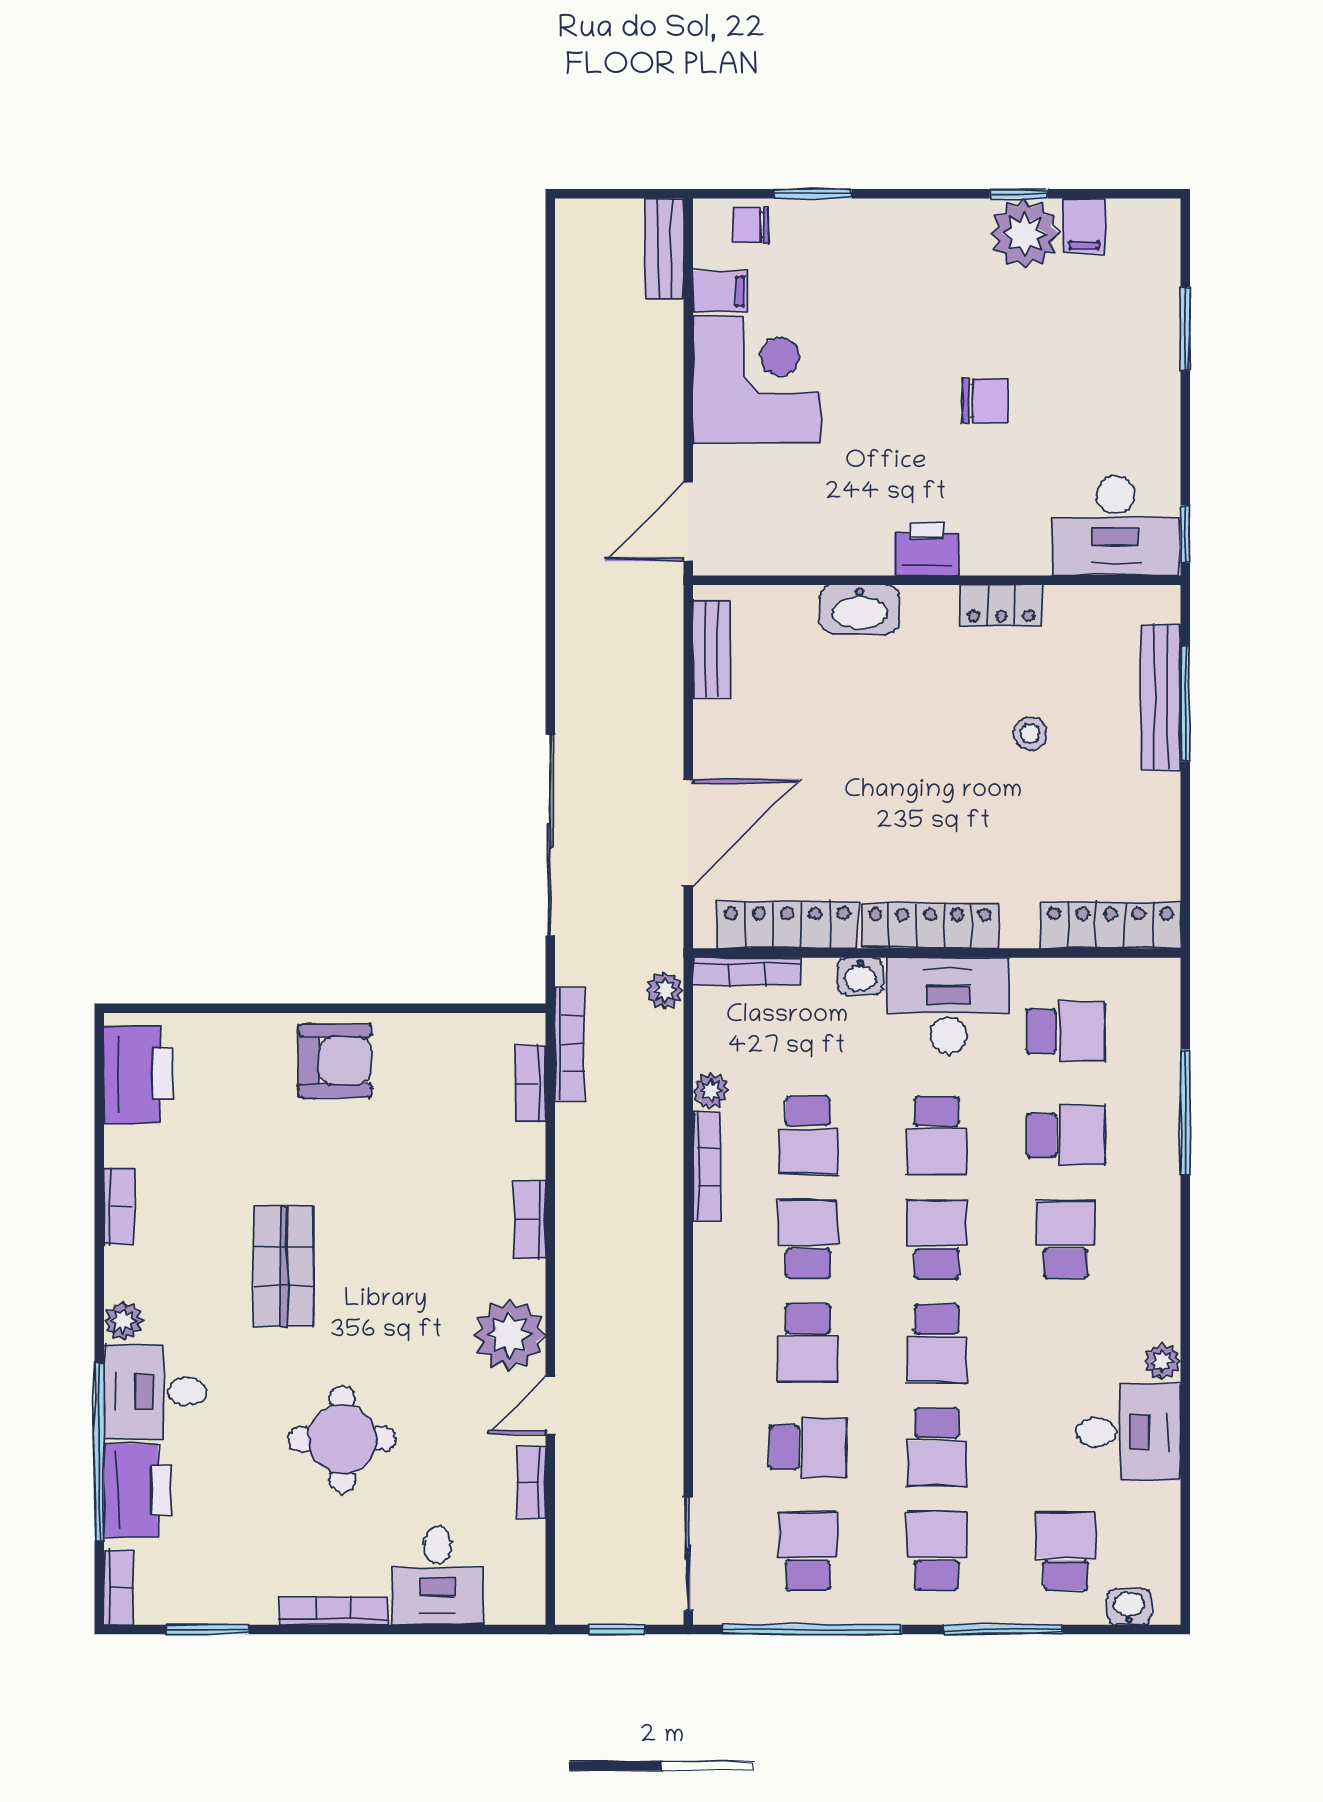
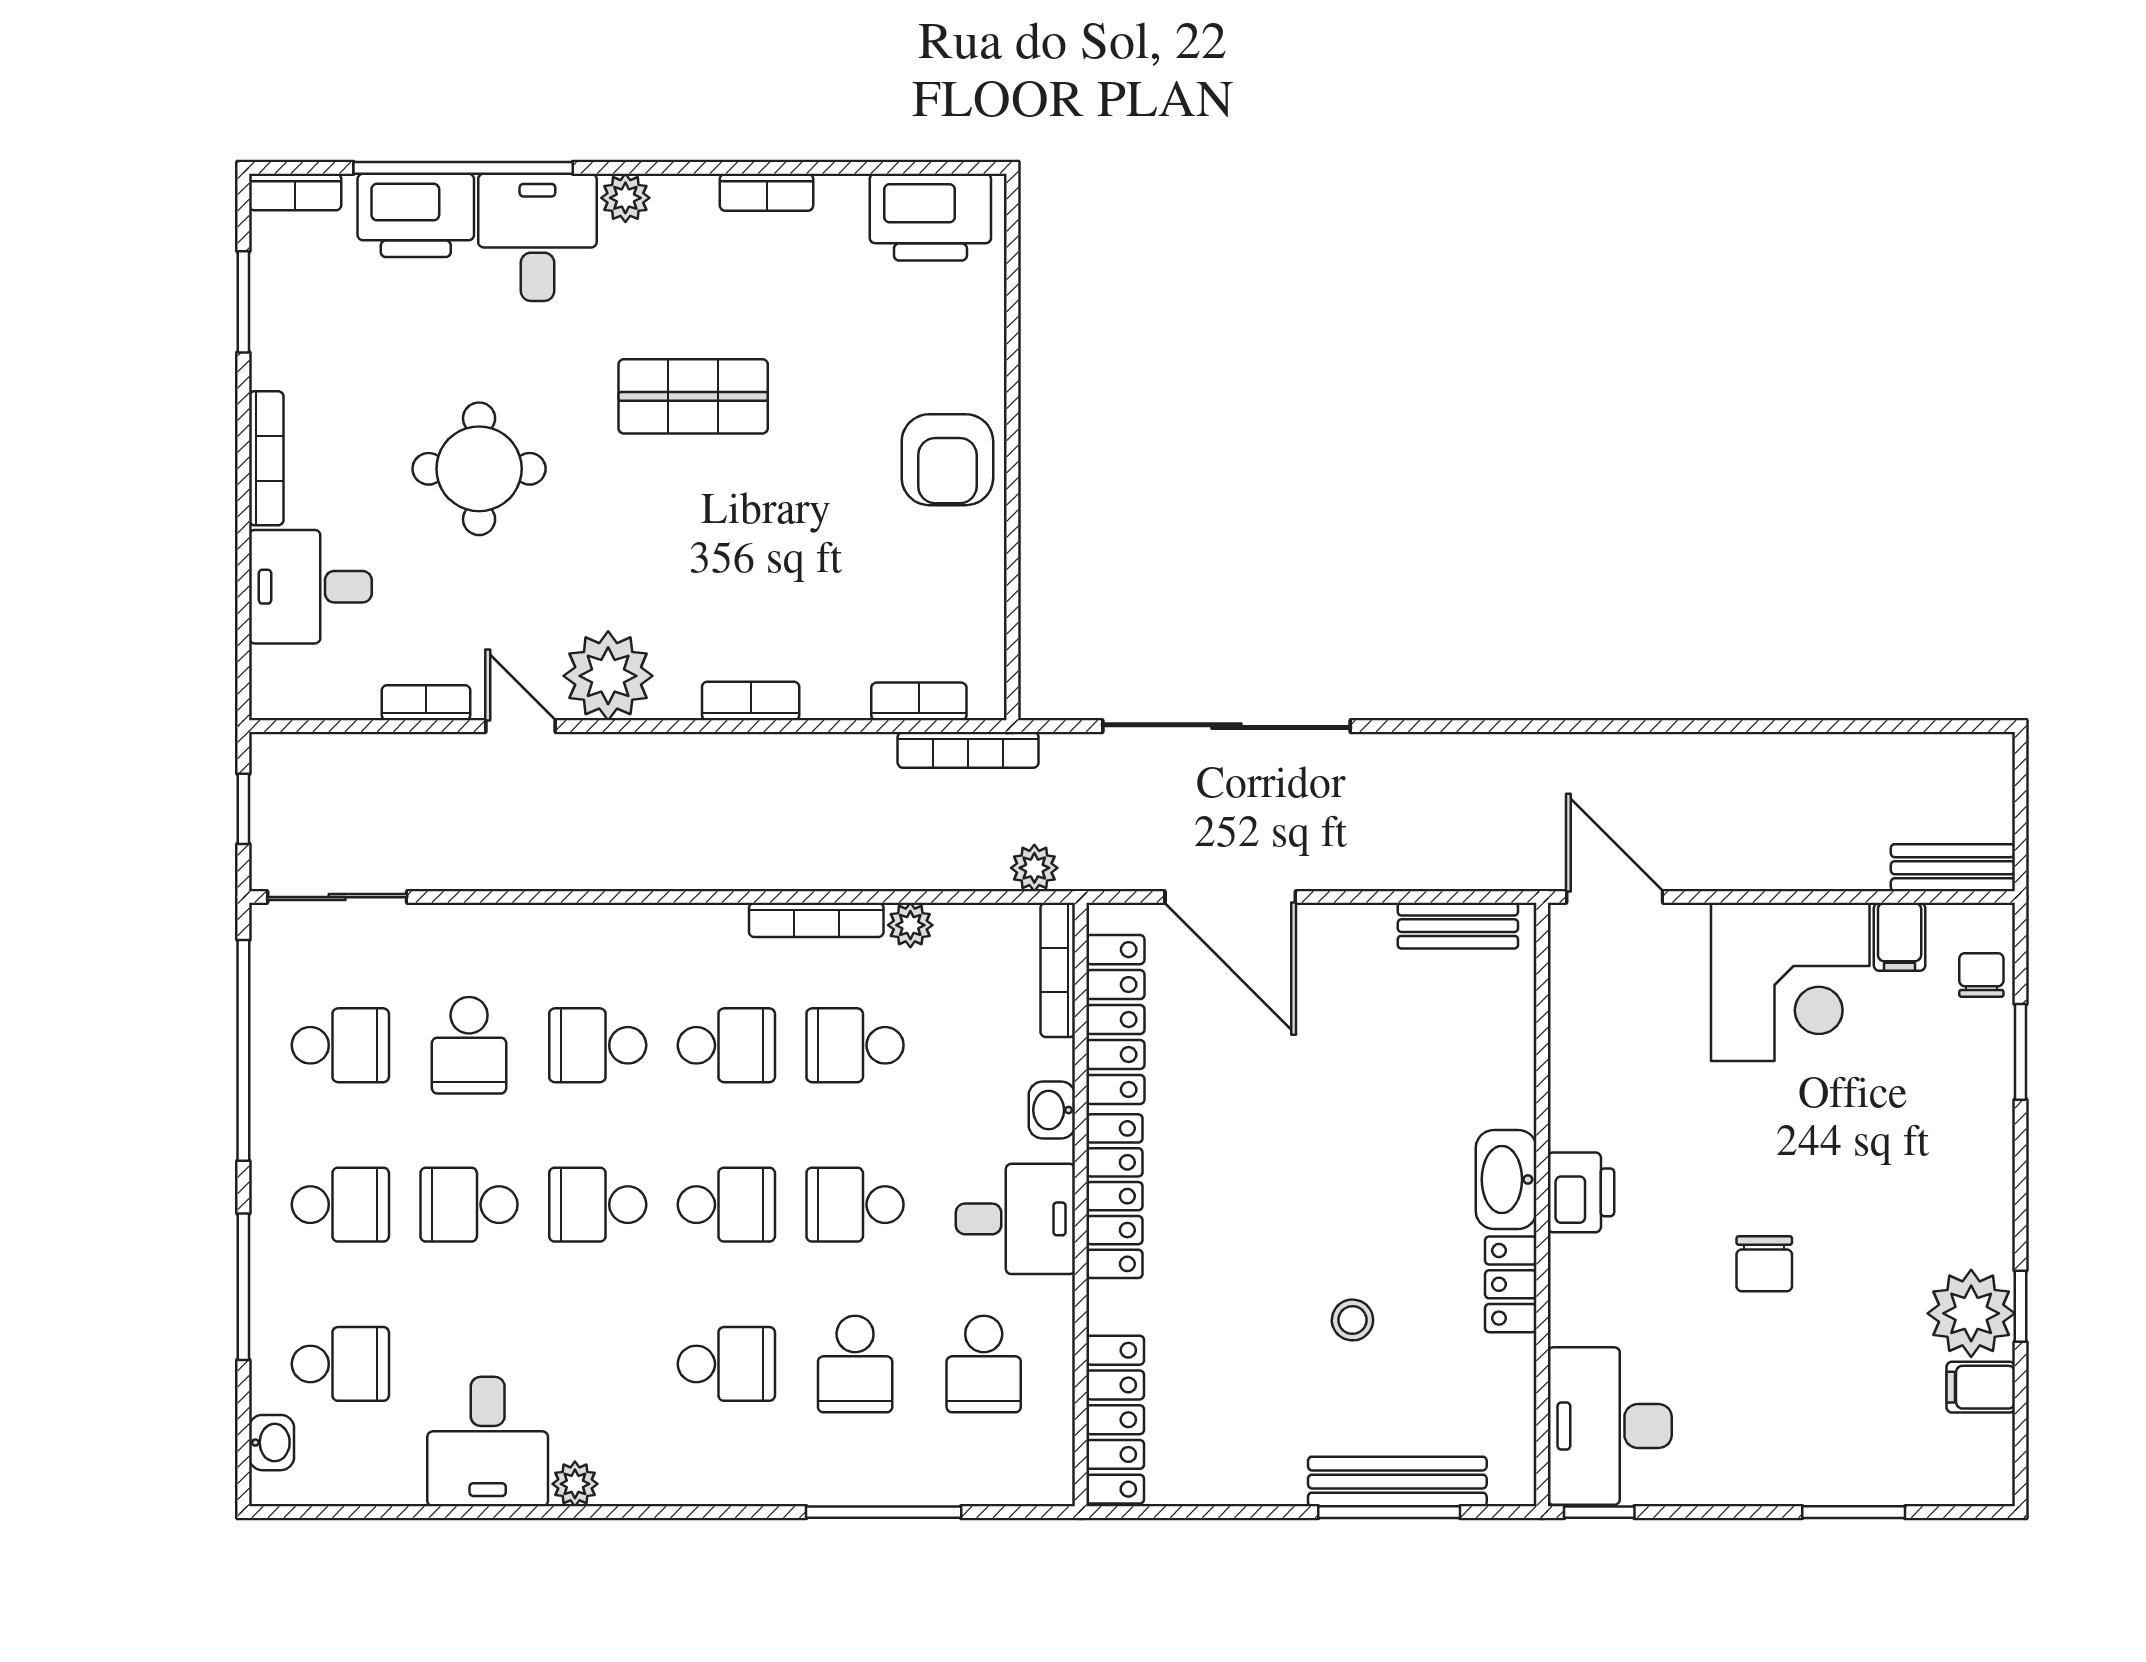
washbasin: (860, 609) -> (1506, 1179), moved
desk: (948, 1006) -> (1015, 1219), width x0.73

